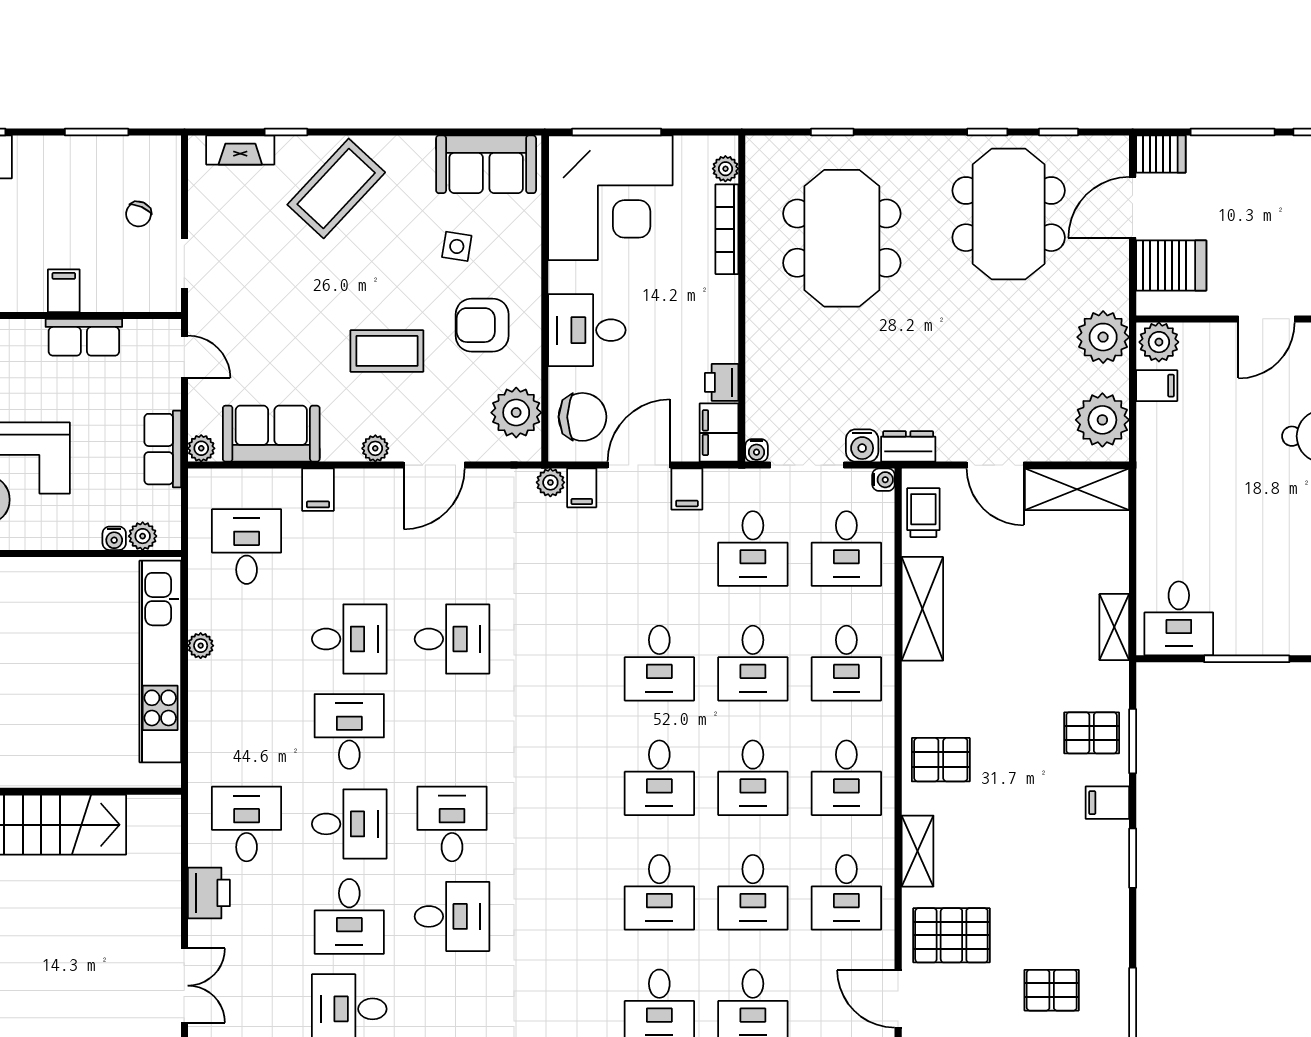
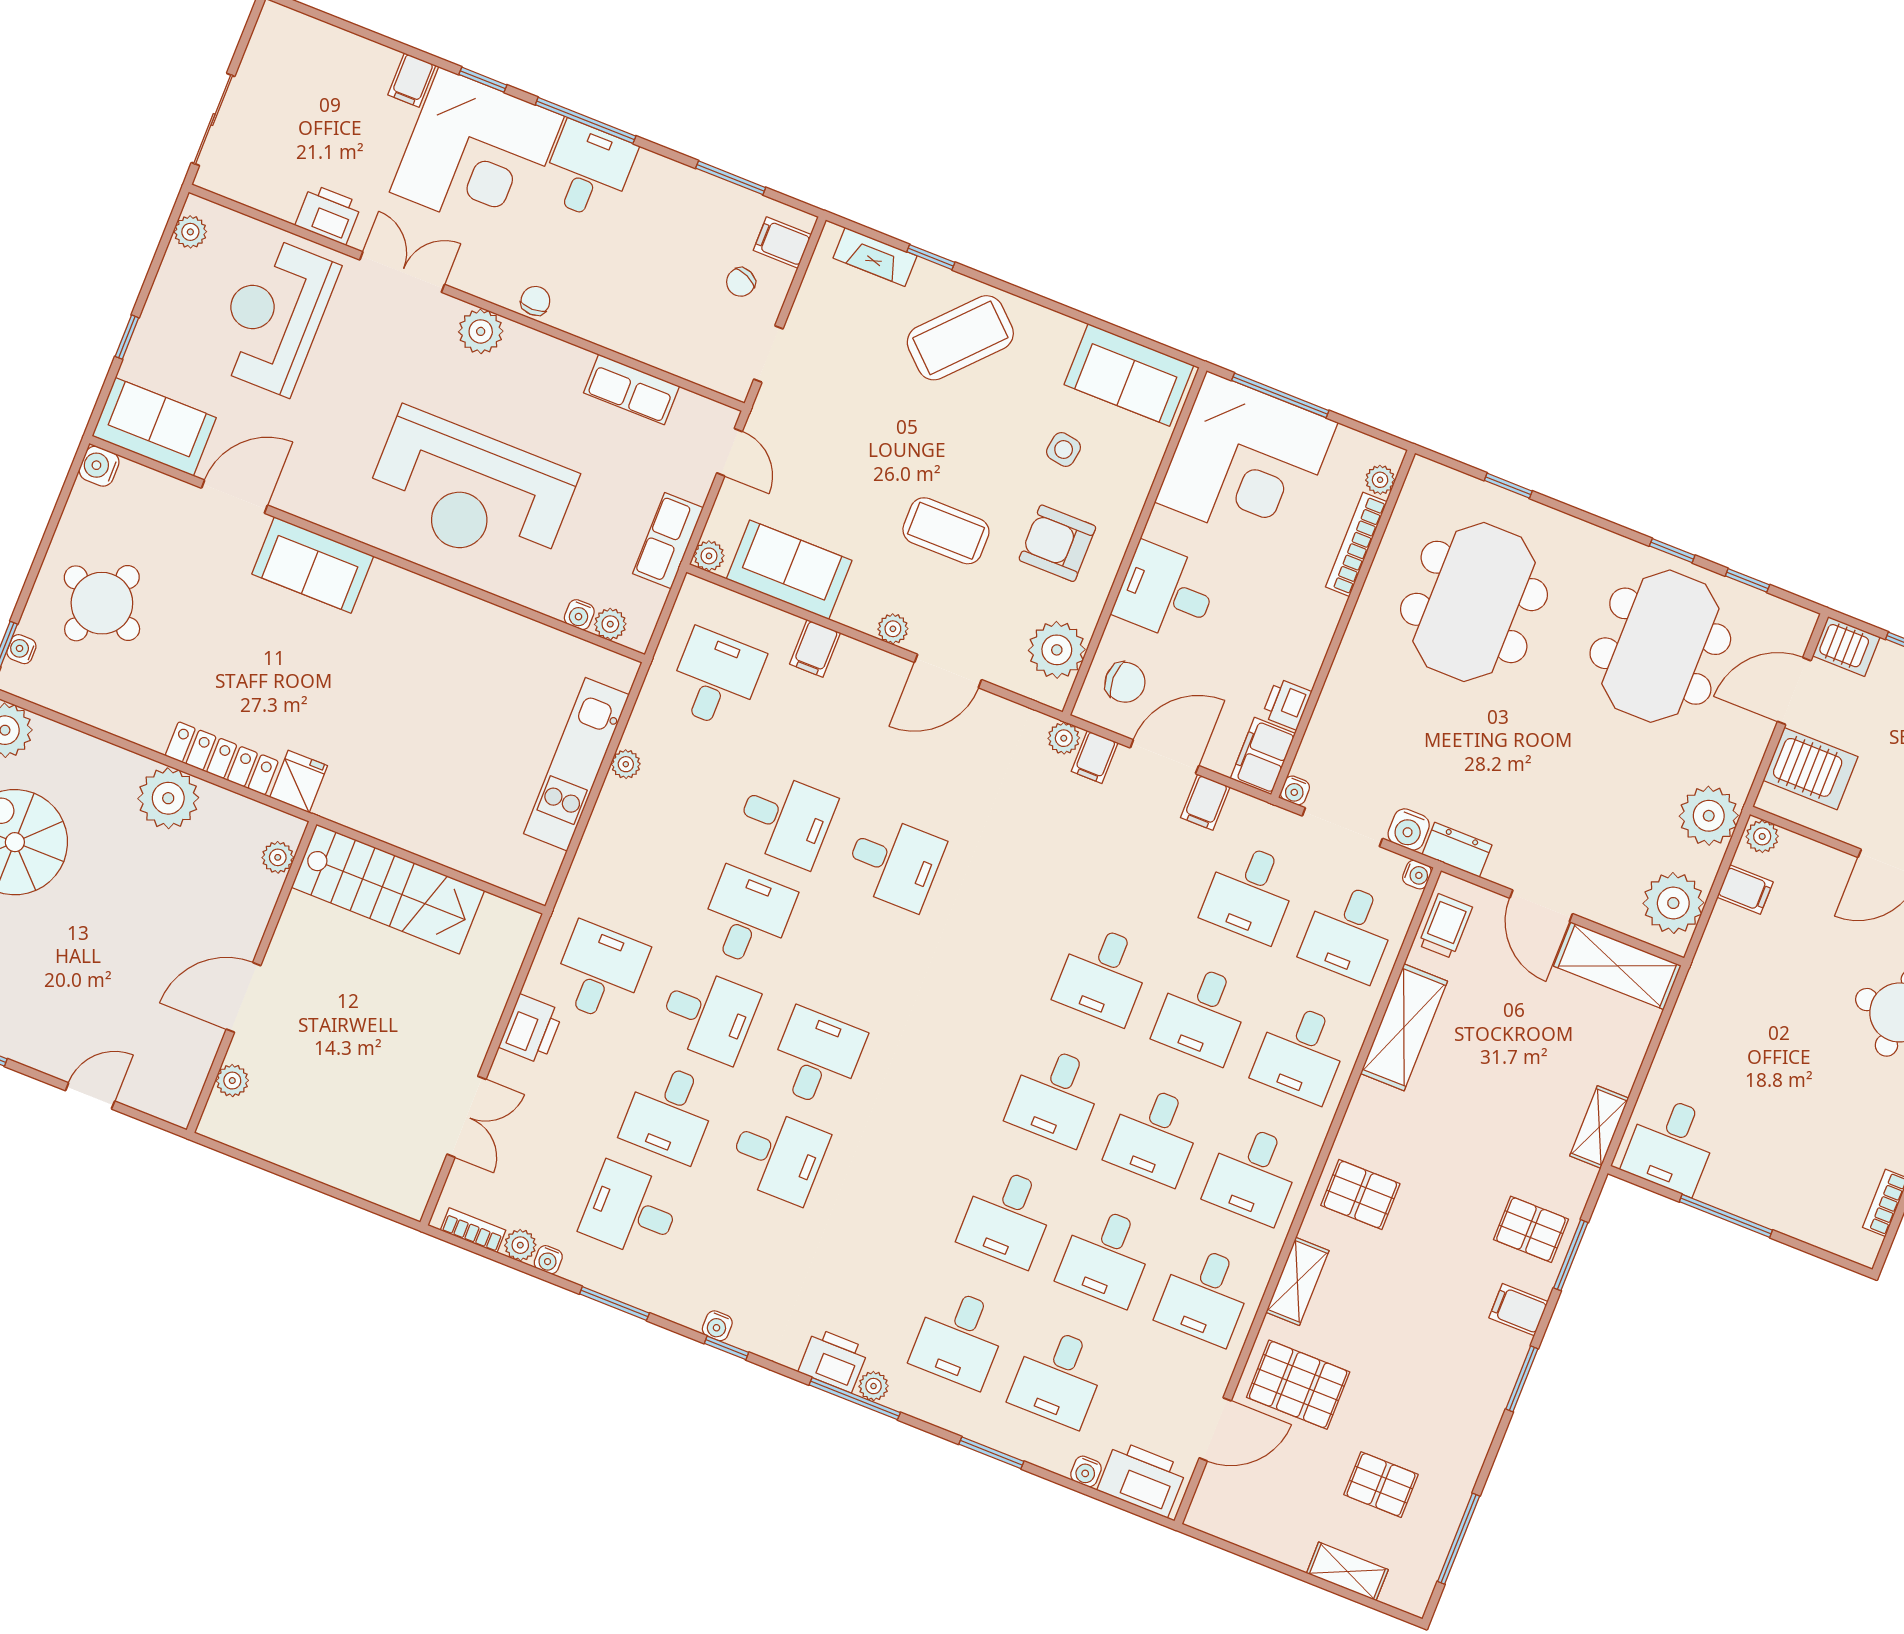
filing cabinet: (64, 291) -> (782, 242), moved, turned -90
plant: (1159, 342) -> (1762, 836), width x0.73, depth x0.73
chair: (582, 417) -> (1125, 682), width x0.73, depth x0.73
kitchen unit: (160, 662) -> (576, 764), width x0.73
door: (898, 999) -> (1215, 1429), swing flipped

